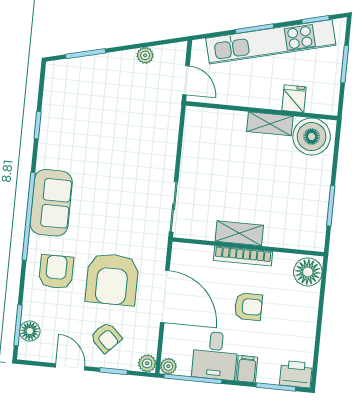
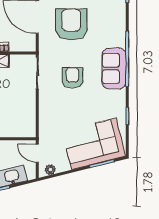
plant: (145, 55) -> (50, 170), moved
corner sofa: (95, 86) -> (94, 144), added
armchair: (56, 272) -> (73, 78), moved, turned 180

